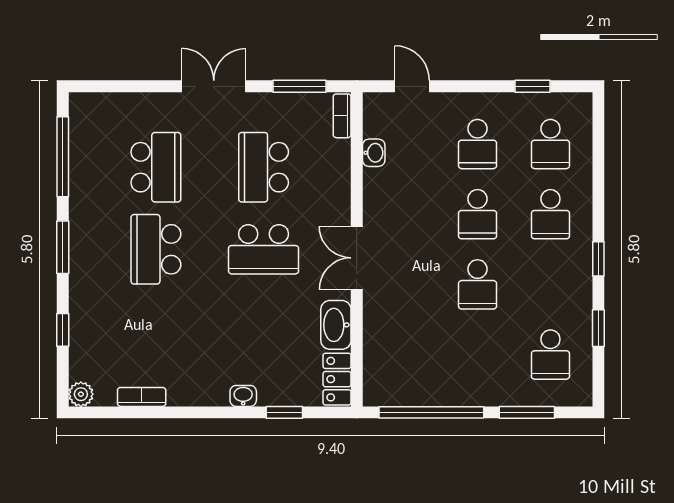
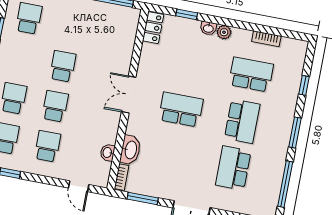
school desk: (264, 167) -> (251, 74), moved, turned -90
double door: (357, 258) -> (129, 95), swing flipped
washbasin: (336, 325) -> (130, 150), moved
plant: (81, 394) -> (224, 32), moved

